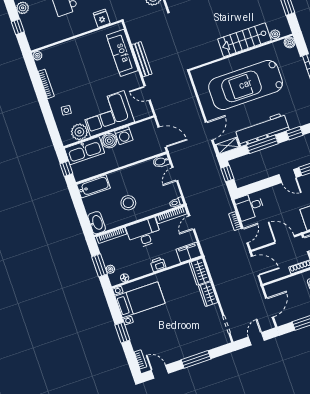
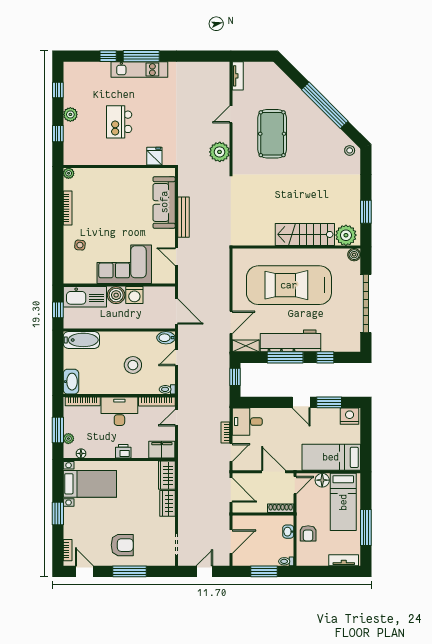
plant: (275, 34) -> (346, 235), width x1.88, depth x1.88
plant: (79, 132) -> (86, 274), removed
stool: (128, 203) -> (133, 365), moved
armchair: (183, 340) -> (122, 545), added

